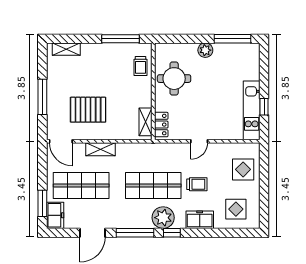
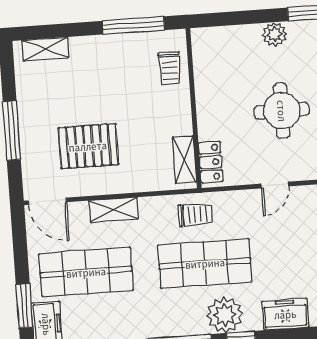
round table: (174, 79) -> (282, 111), moved
trolley: (197, 184) -> (195, 215), moved

